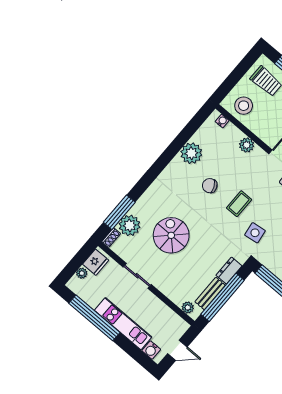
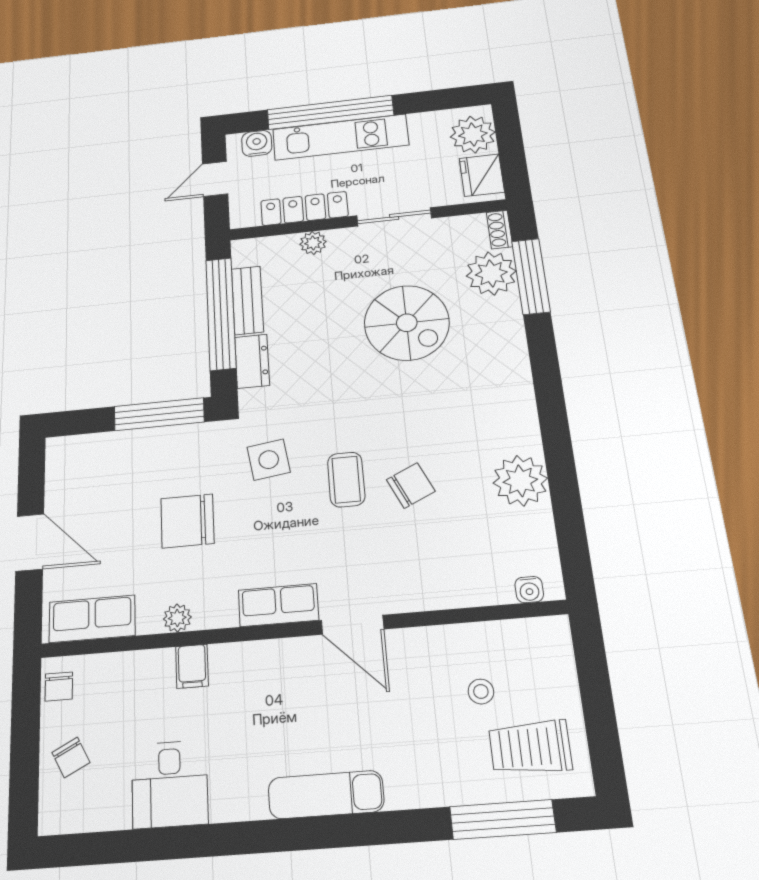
stool: (244, 106) -> (481, 691), moved, width x0.53, depth x0.53
plant: (247, 145) -> (439, 591), removed
chair: (210, 186) -> (411, 485), moved
plant: (82, 273) -> (473, 134), width x1.87, depth x1.87
plant: (188, 307) -> (313, 243), moved
locker: (161, 309) -> (304, 208), added
window: (94, 318) -> (330, 112), moved

